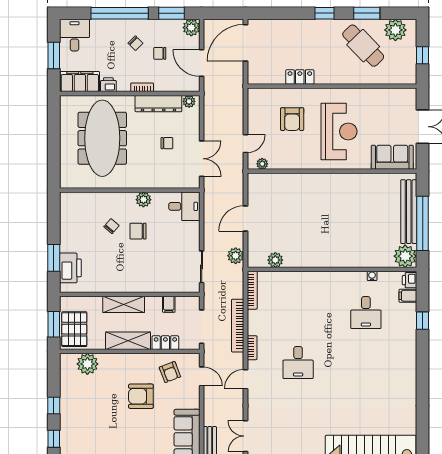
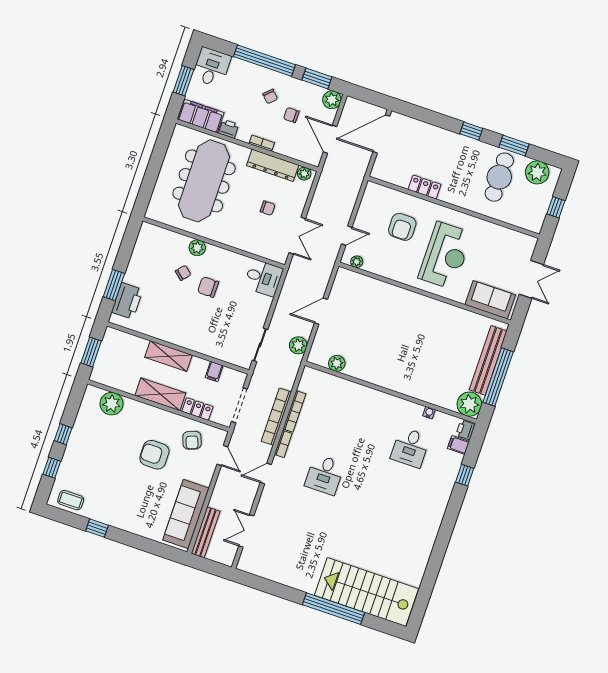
cafe table: (363, 46) -> (499, 177), turned 44
plant: (143, 200) -> (197, 248), moved
bookcase: (252, 290) -> (294, 411), moved
pallet: (74, 329) -> (110, 364), removed

